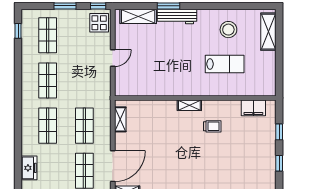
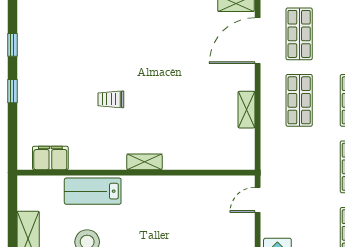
wall: (195, 98) -> (136, 173), moved
shelving: (189, 105) -> (144, 162), moved
filing cabinet: (253, 108) -> (50, 158), moved

